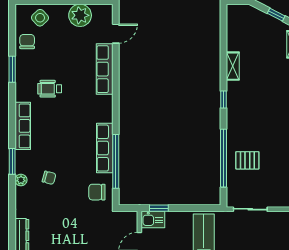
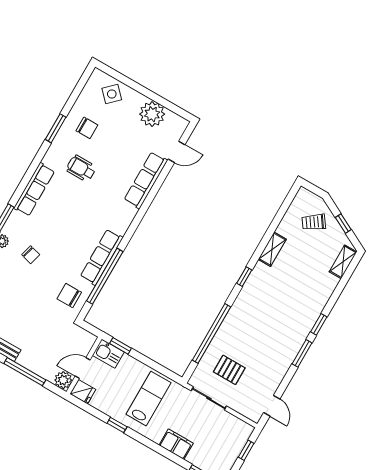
trolley: (253, 27) -> (314, 222), added
chair: (27, 42) -> (87, 128), moved, turned 90
pallet: (247, 160) -> (229, 370), moved

